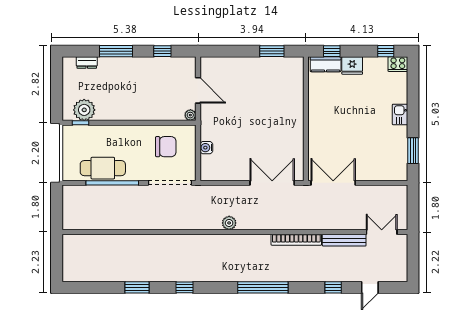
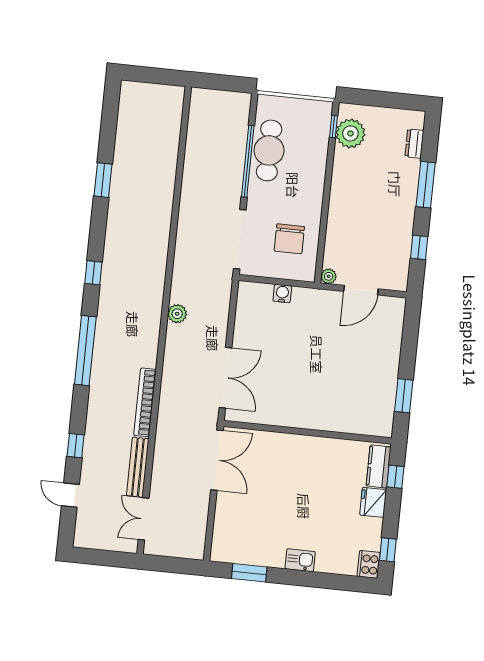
double door: (382, 232) -> (144, 519), swing flipped
window: (184, 287) -> (93, 273), moved

